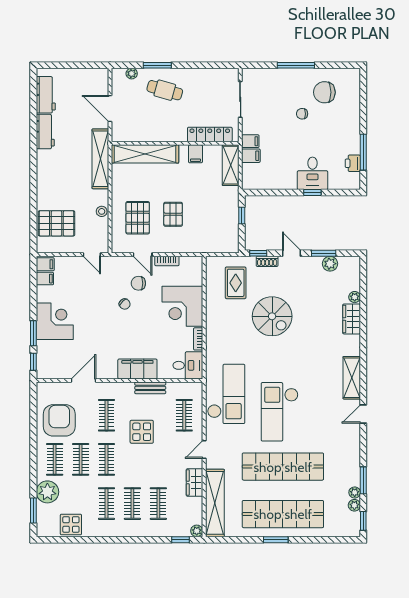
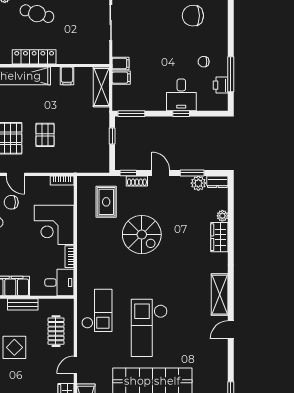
chair: (302, 114) -> (204, 62), moved
locker: (210, 134) -> (34, 57), moved
window: (261, 192) -> (131, 114), added
bookcase: (167, 261) -> (62, 181), moved
dresser: (350, 262) -> (217, 182), added
checkout: (226, 394) -> (97, 310), width x0.73, depth x0.83

